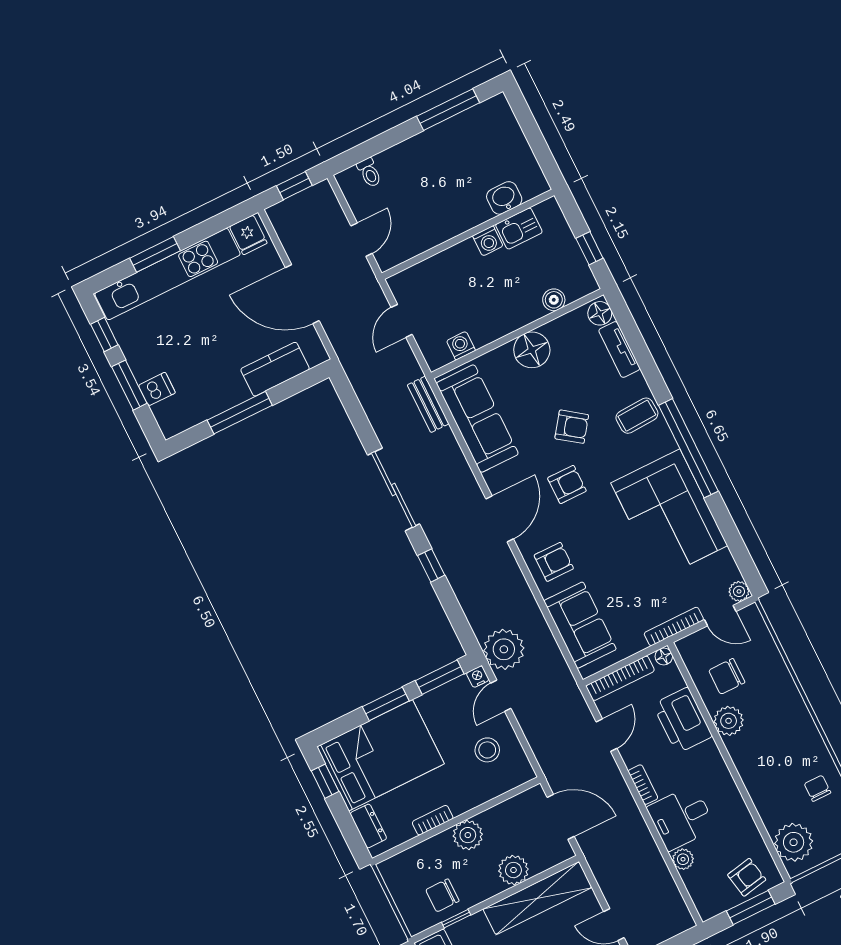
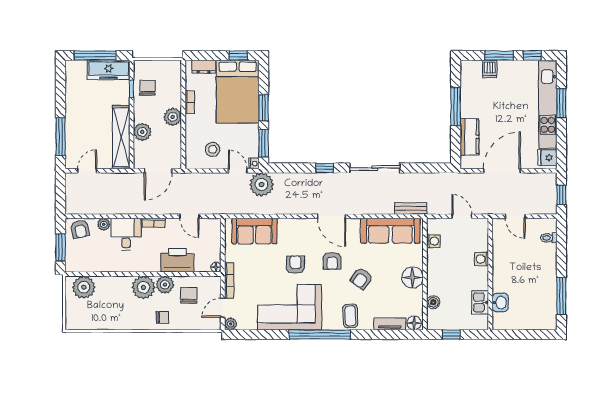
washing machine: (488, 241) -> (482, 259), moved
armchair: (554, 562) -> (295, 265), moved, turned 180
bookcase: (620, 678) -> (216, 238), removed
plant: (749, 751) -> (143, 287), added
chair: (817, 788) -> (162, 317), moved
armchair: (747, 877) -> (80, 229), moved

